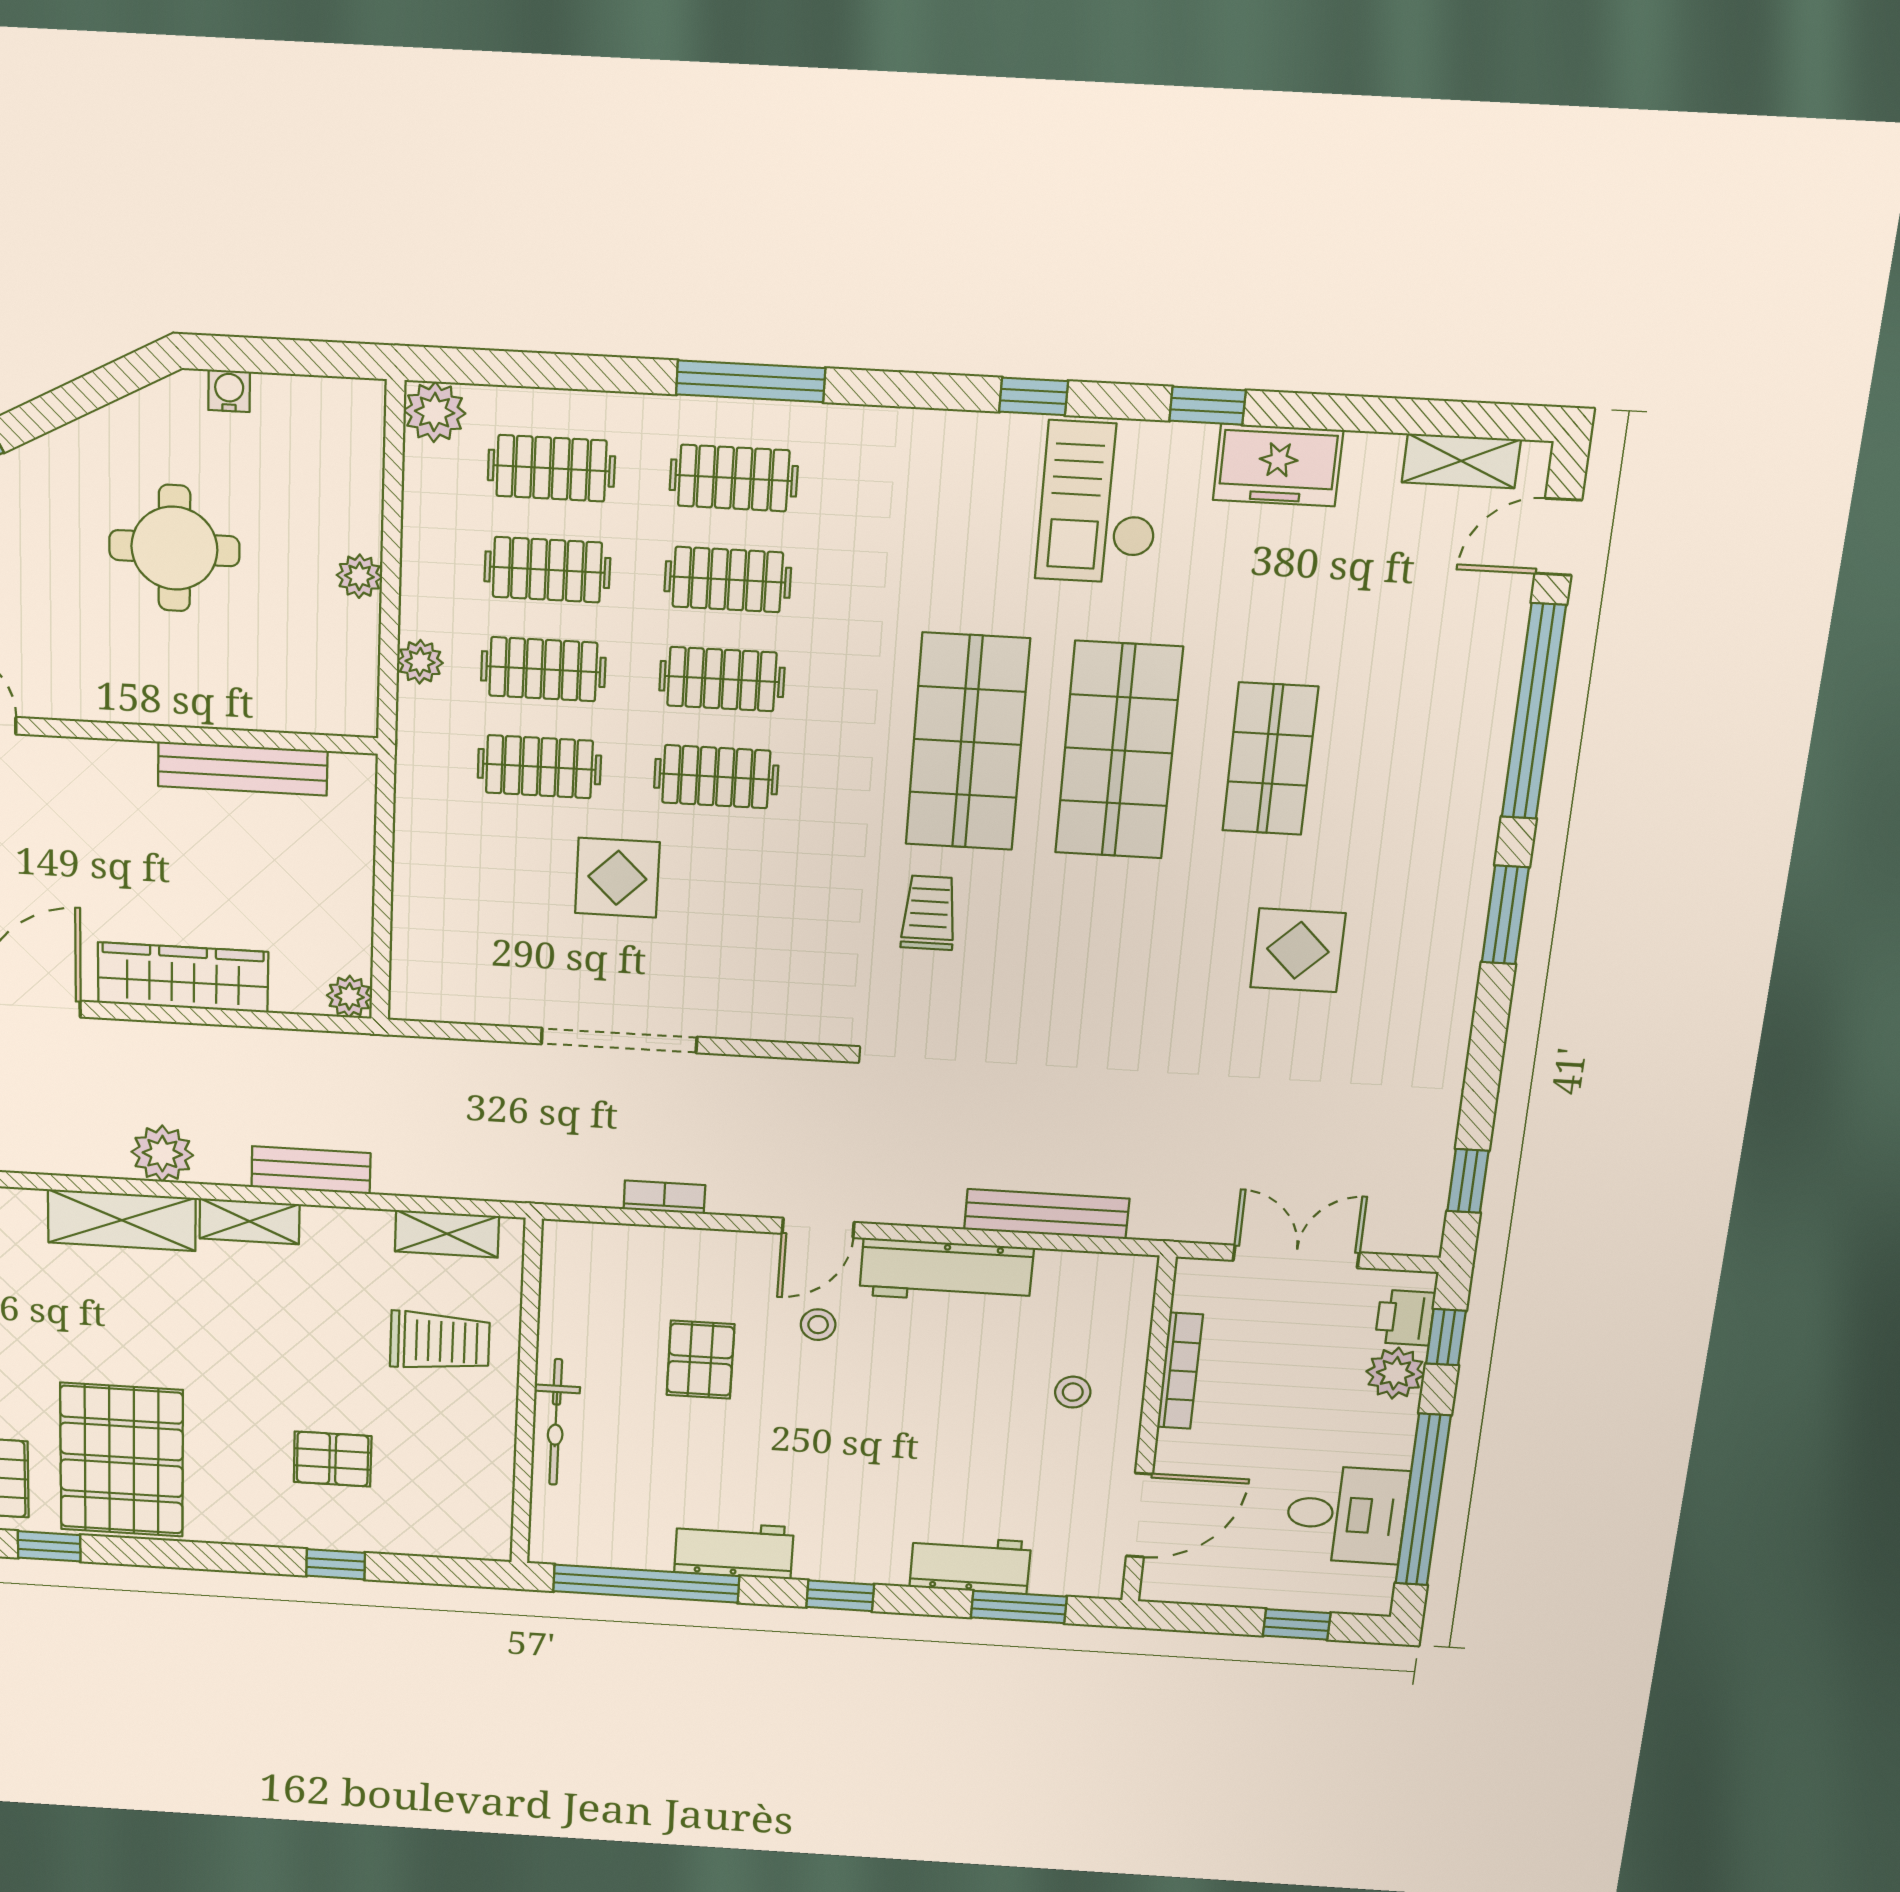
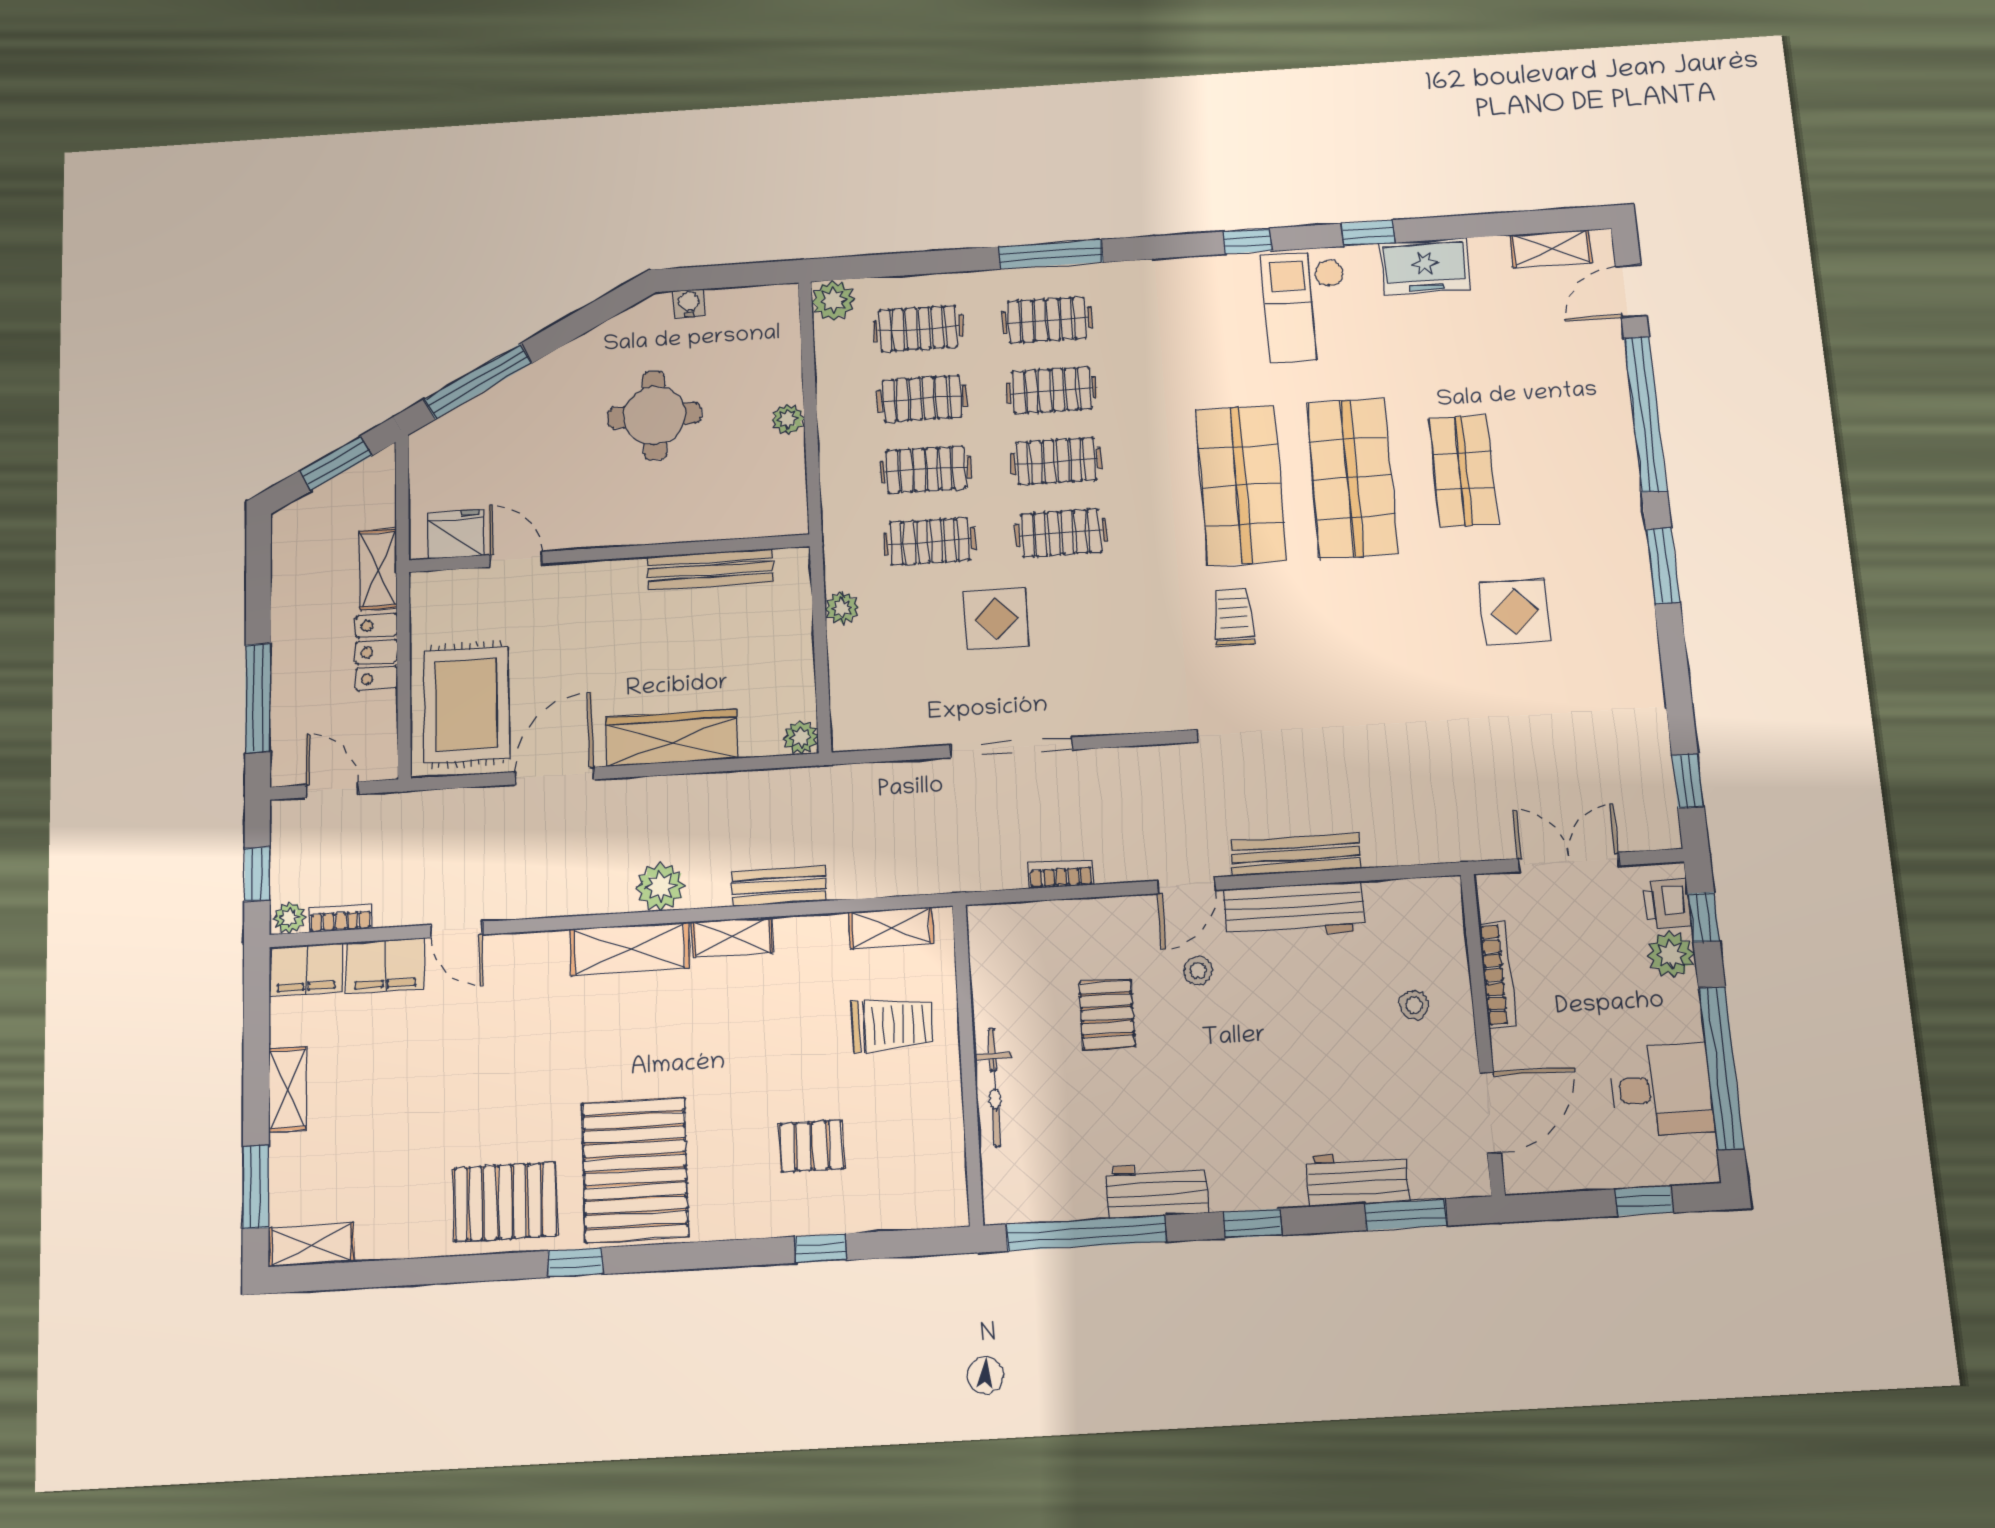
plant: (420, 662) -> (842, 608), moved
bench: (1047, 1214) -> (1296, 855), moved

